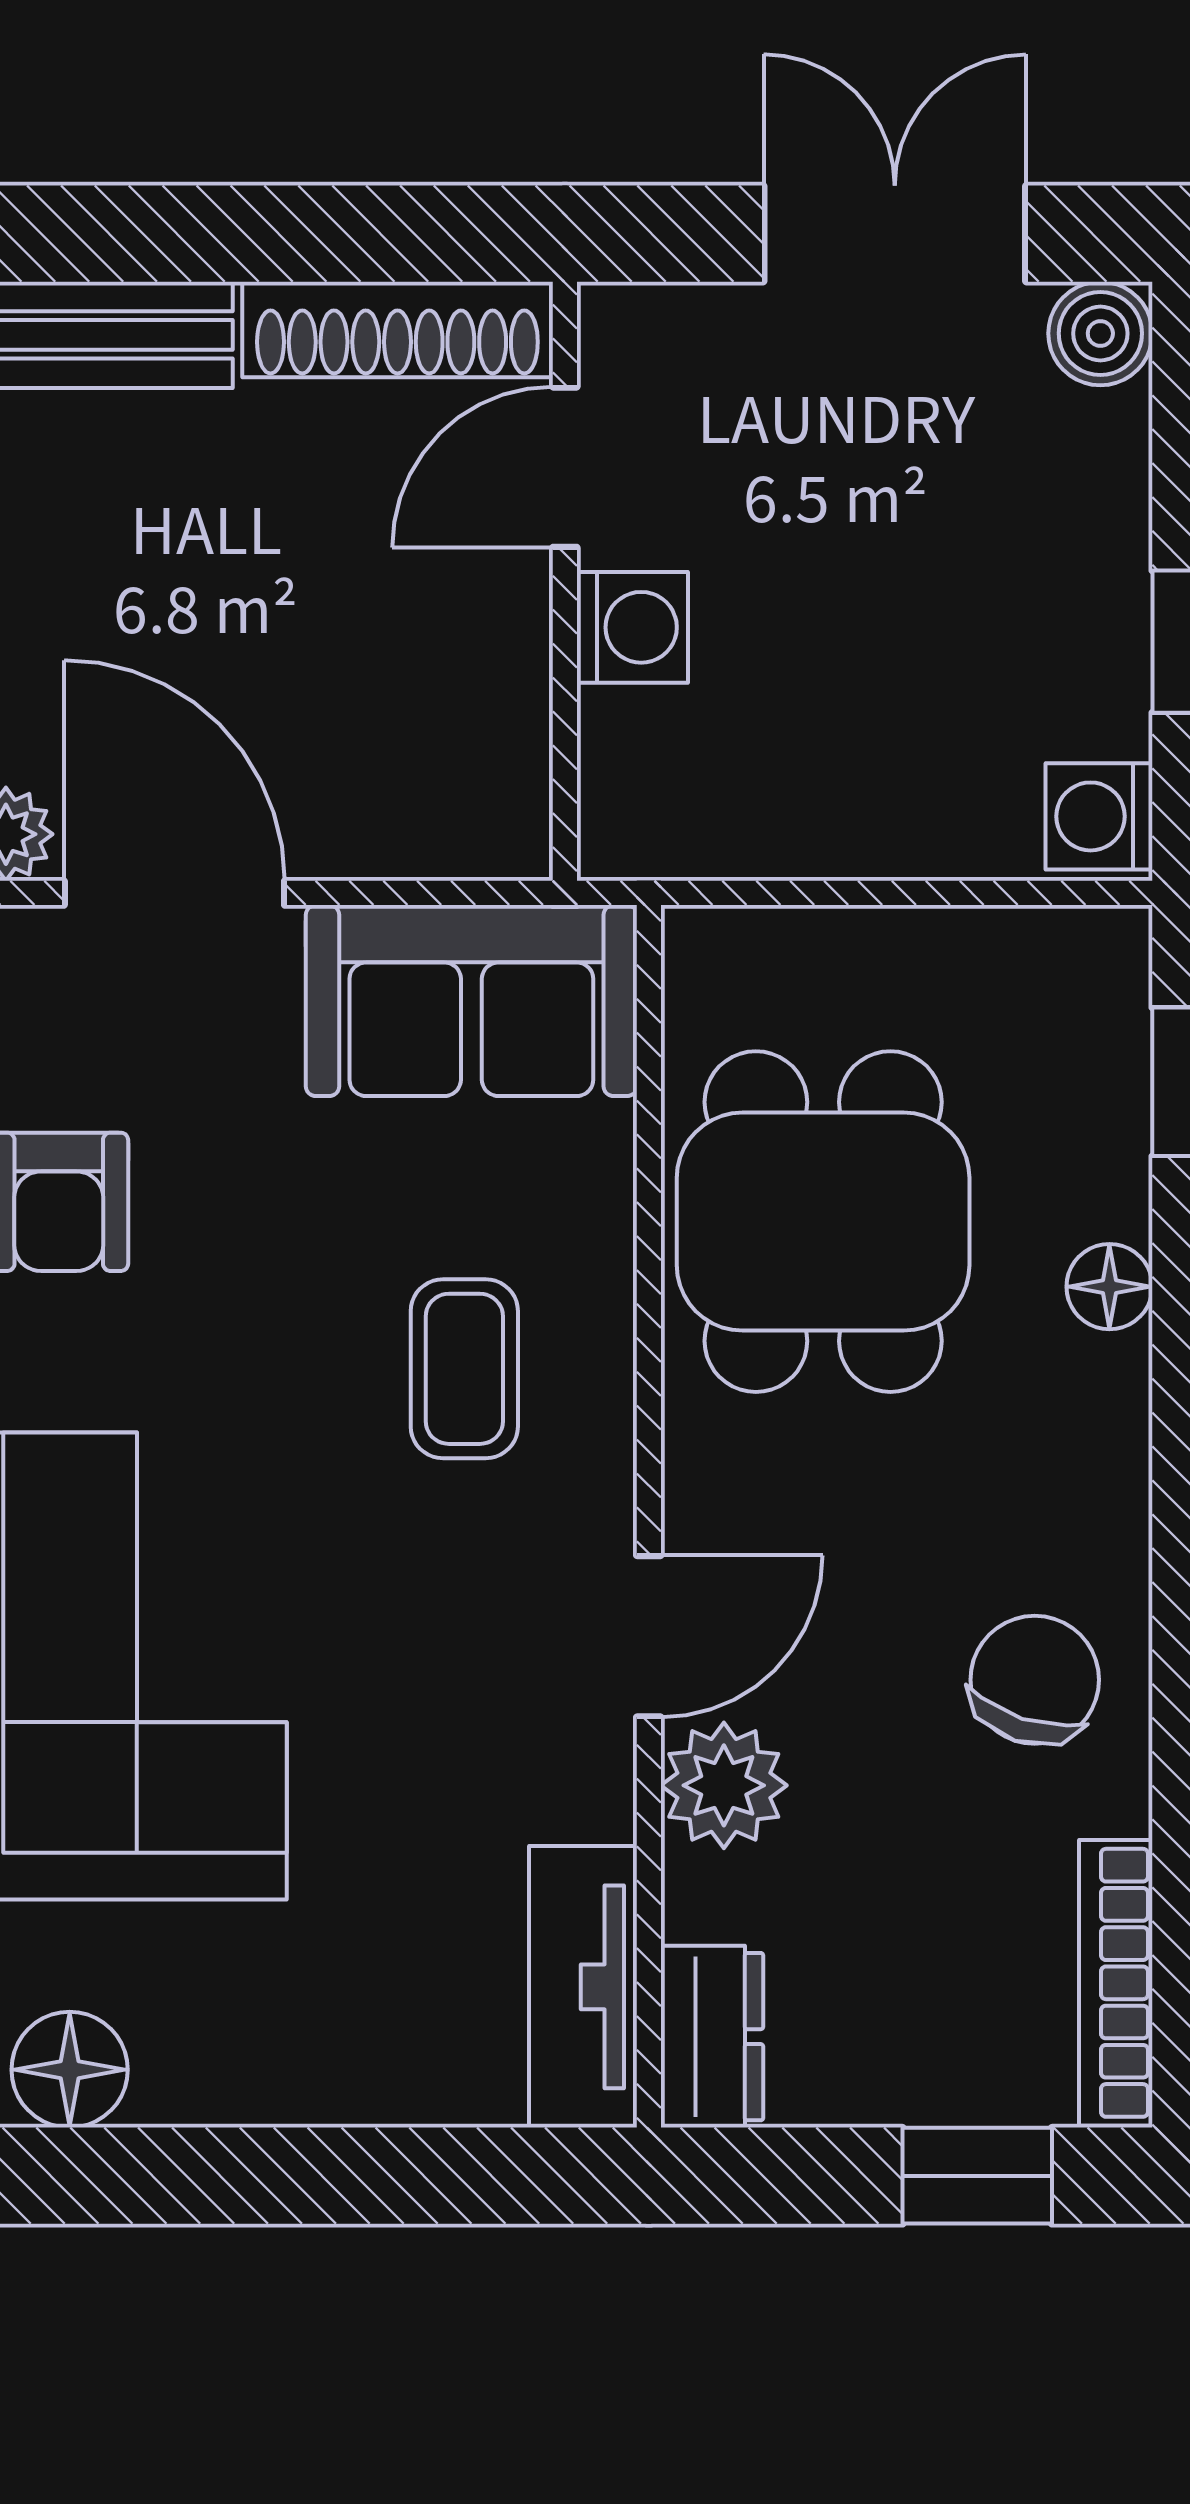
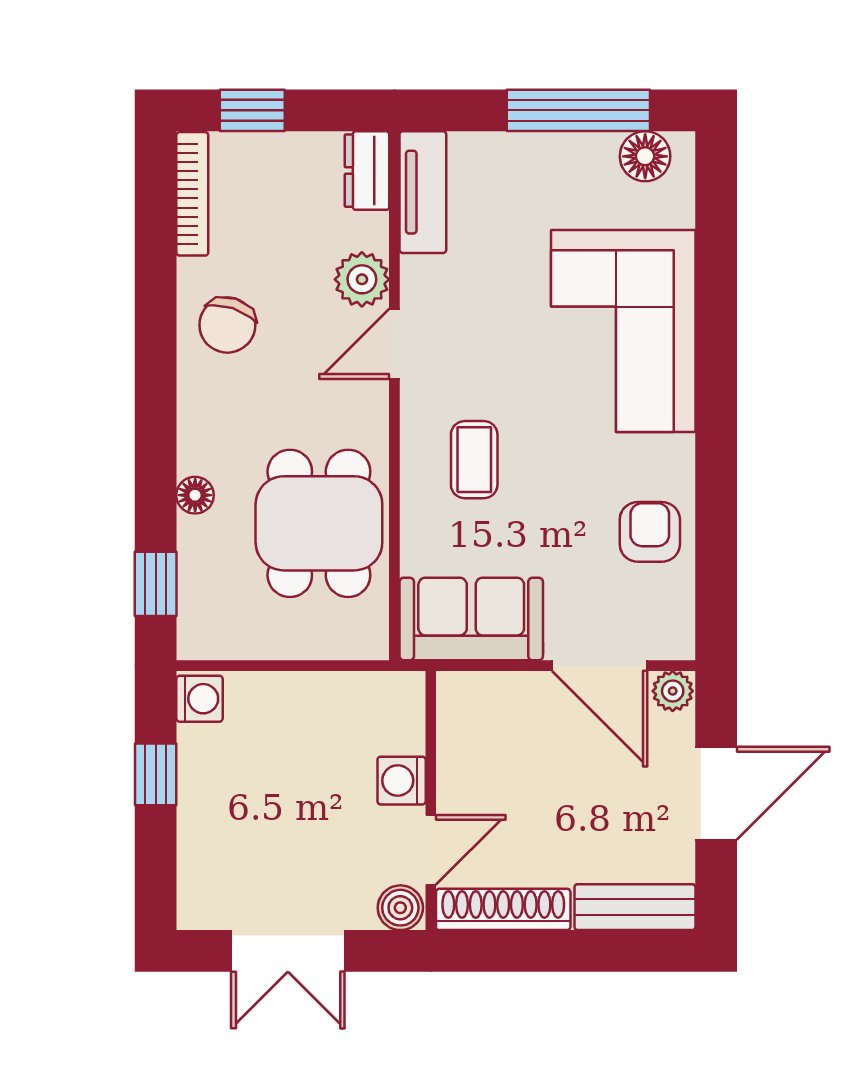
boiler: (1100, 333) -> (400, 908), moved
window: (224, 2176) -> (578, 110), added

